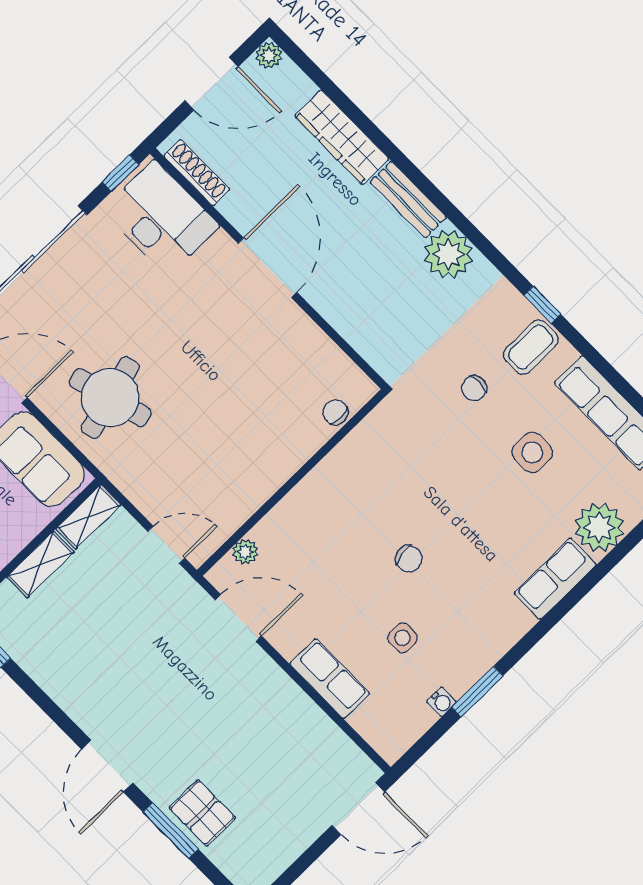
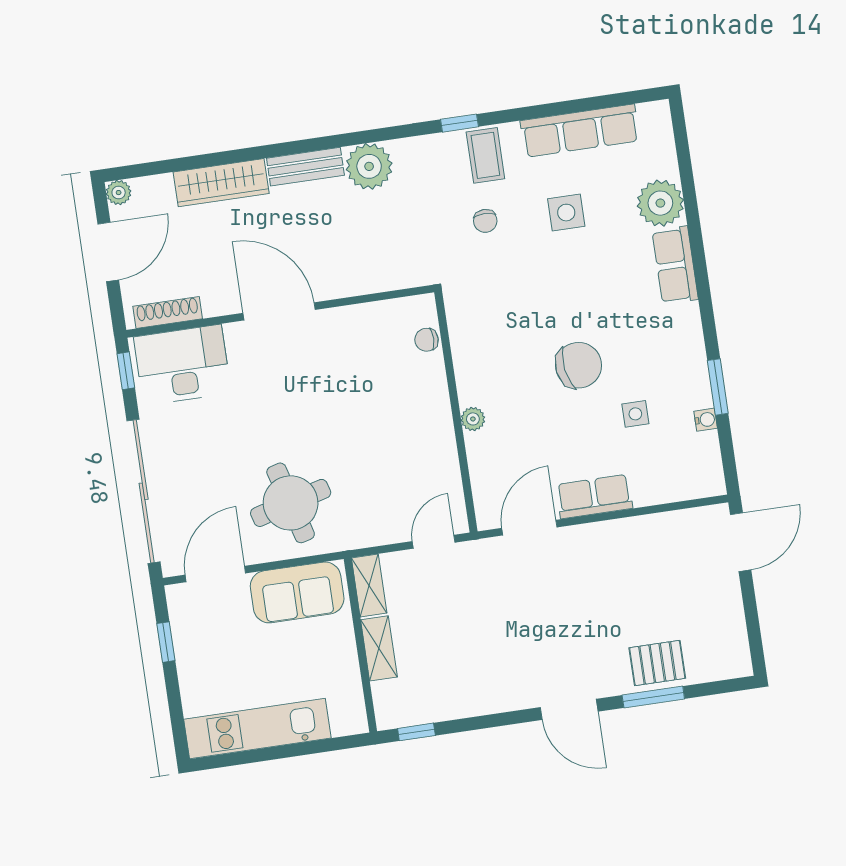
plant: (245, 552) -> (473, 419), moved
chair: (409, 559) -> (579, 365), width x1.87, depth x1.87
row of seats: (330, 679) -> (594, 497), moved

